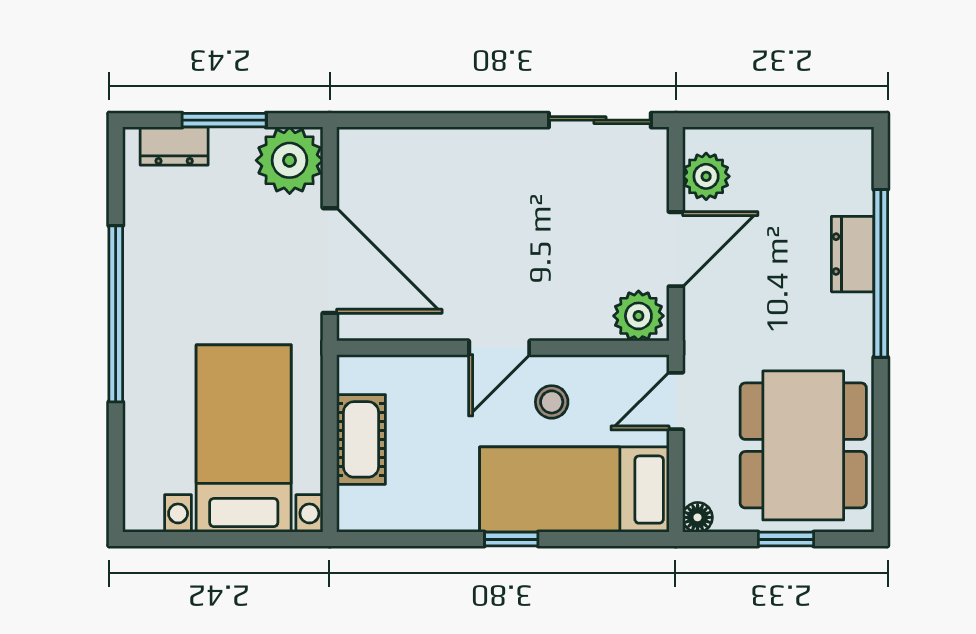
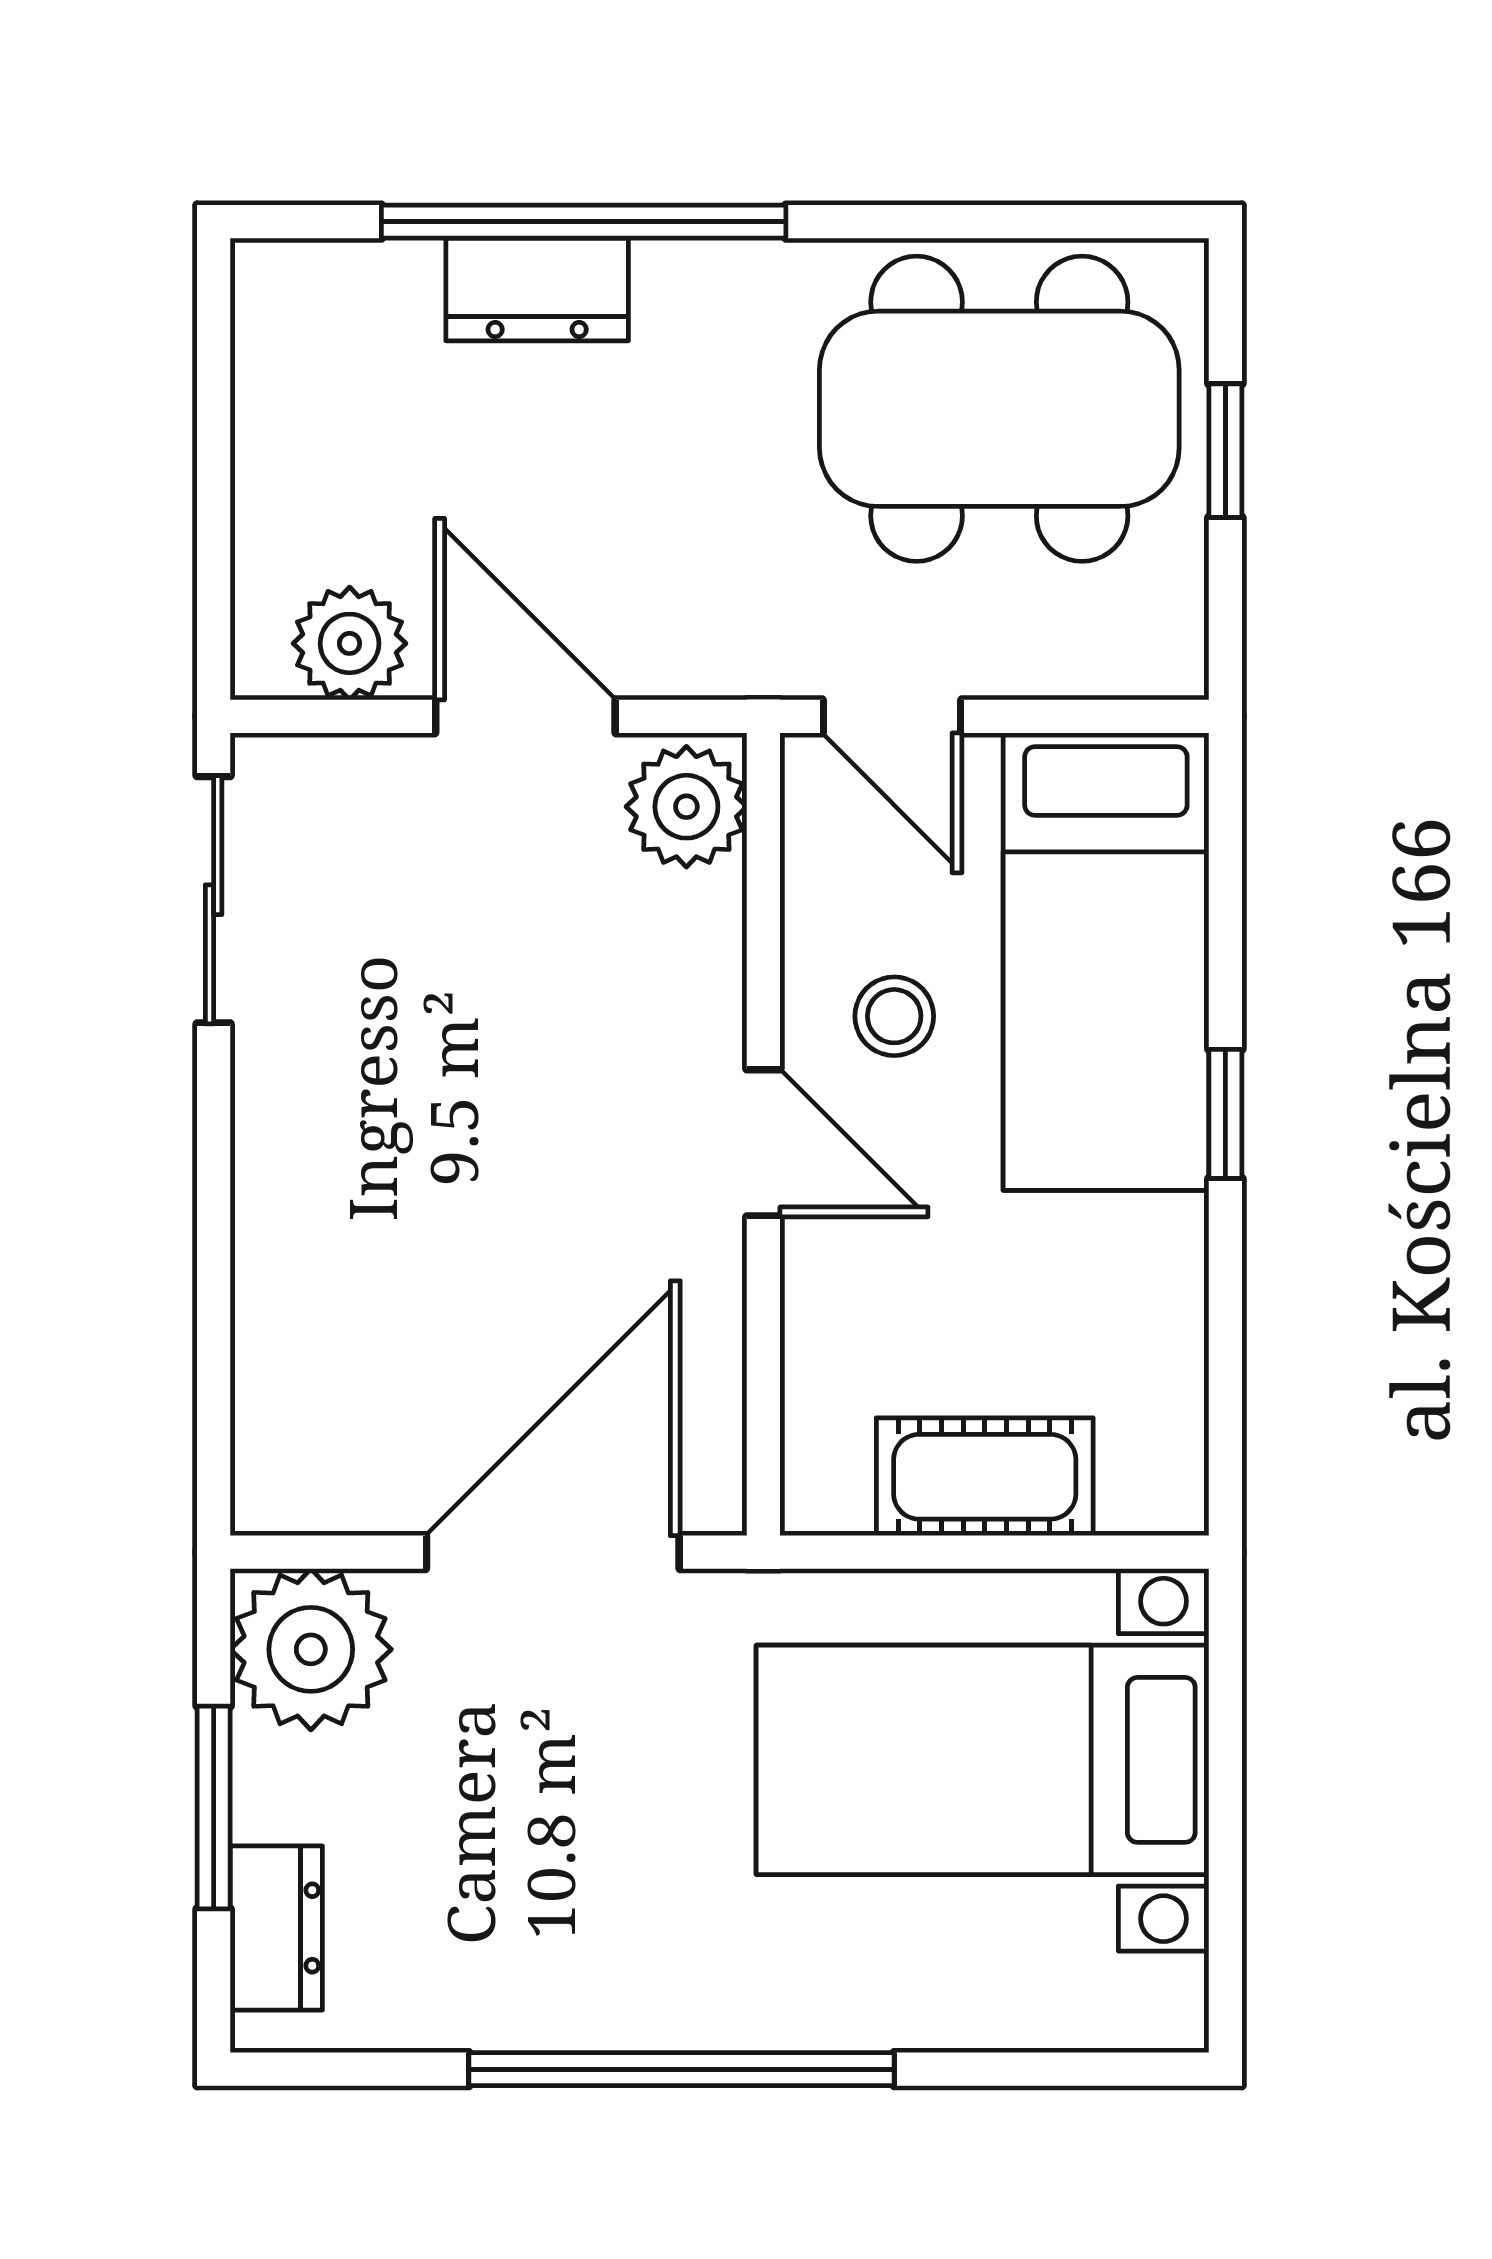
floor lamp: (698, 517) -> (1173, 664), removed

